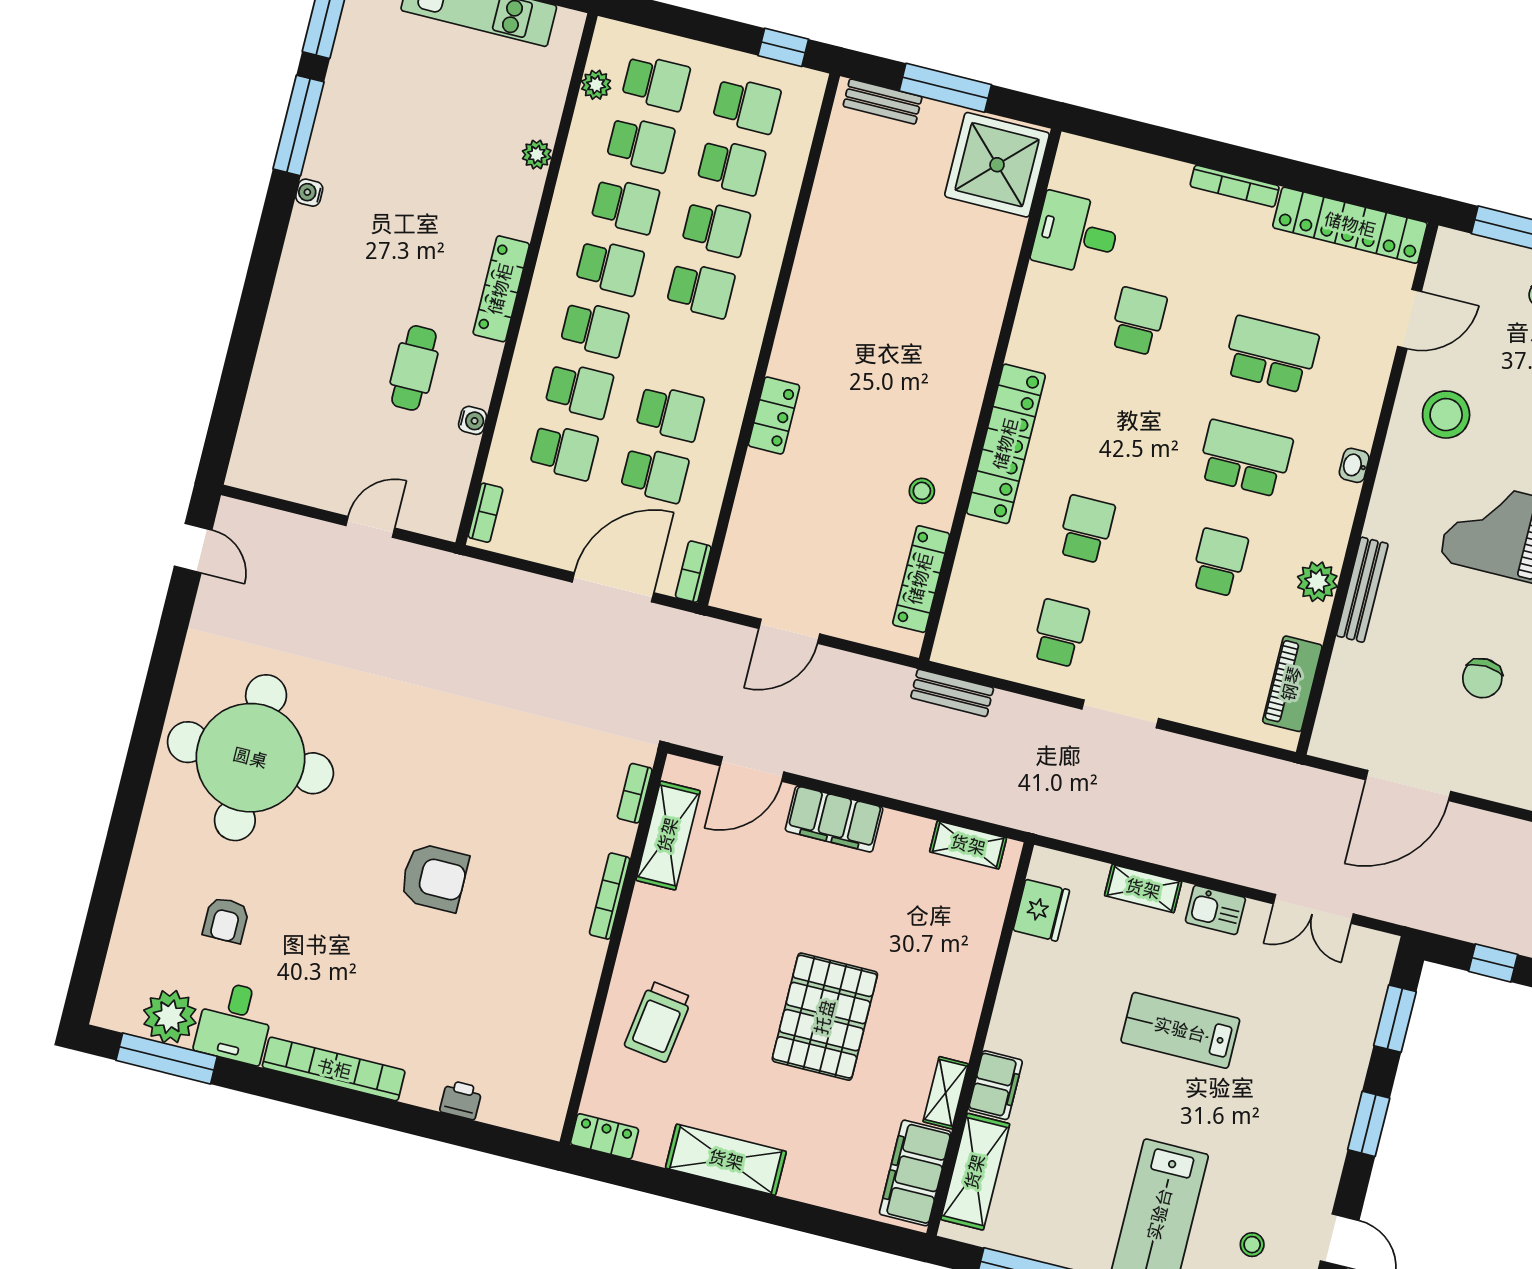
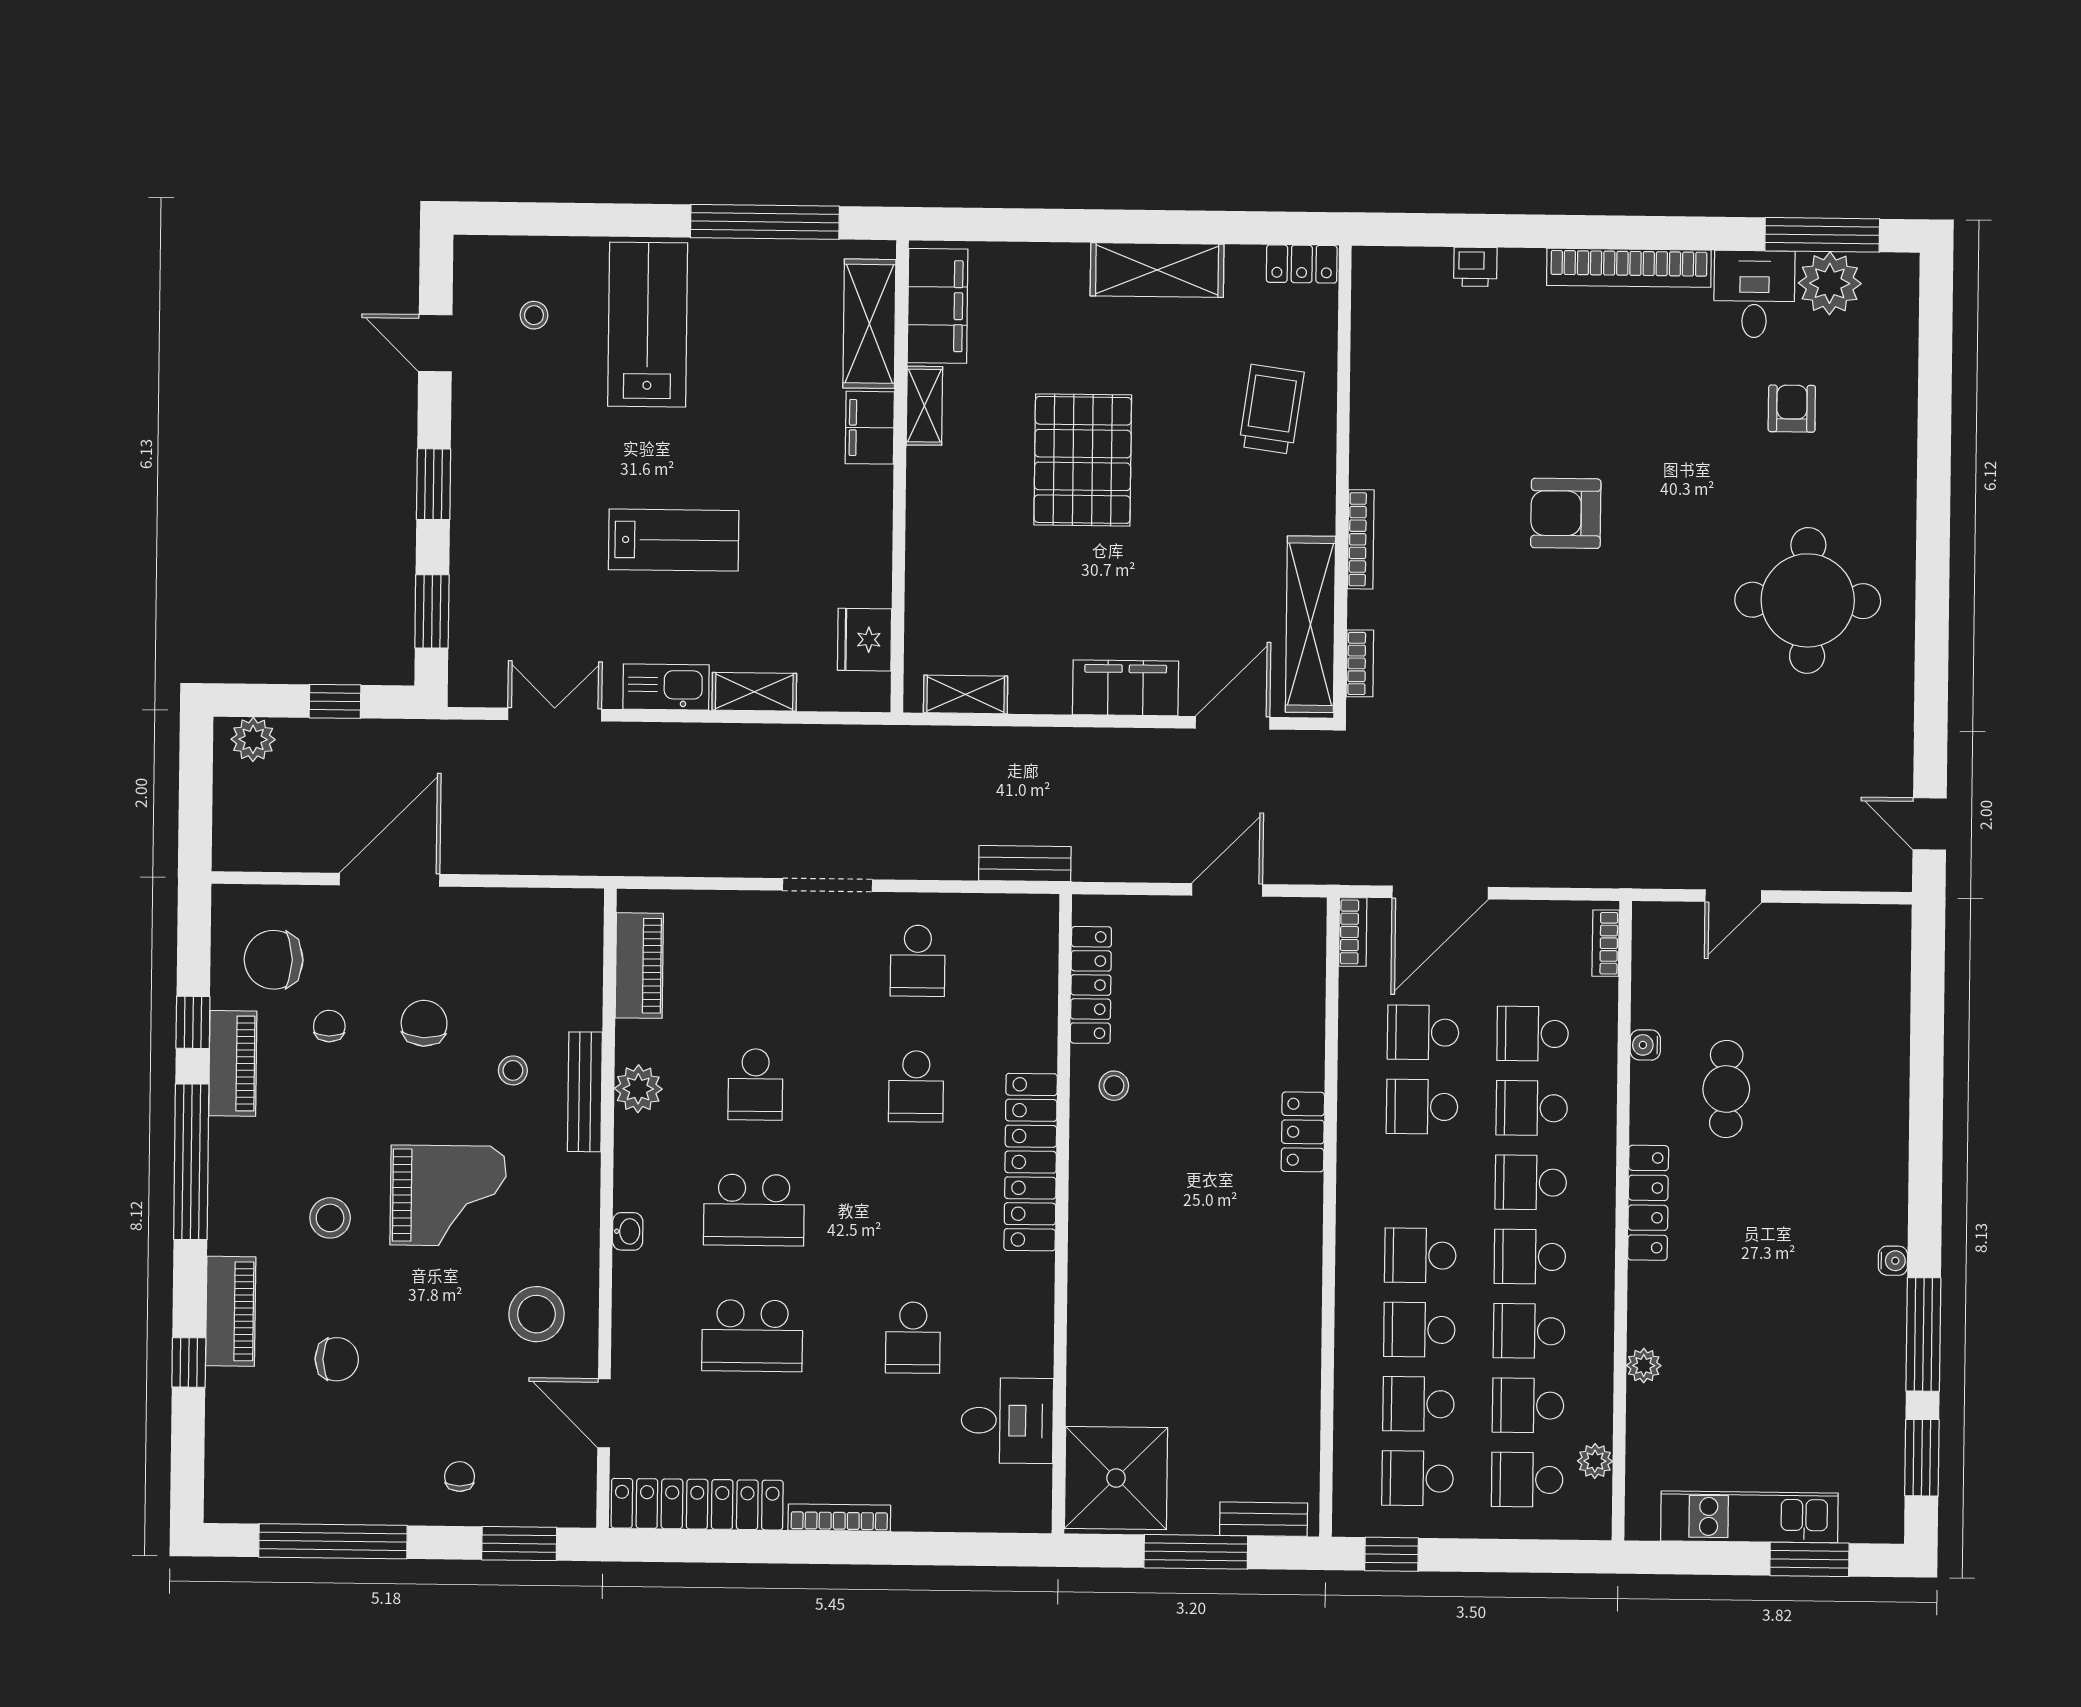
door: (1410, 319) -> (604, 1413), hinge flipped
stool: (1418, 622) -> (513, 1070), added
round table: (250, 758) -> (1808, 600), width x0.73, depth x0.73
door: (1408, 786) -> (390, 880), moved
shelving: (668, 835) -> (1310, 624), width x1.47
kitchen sink: (1215, 910) -> (666, 687), width x1.38

